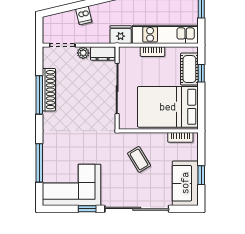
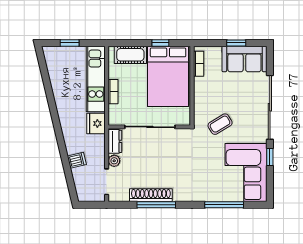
window: (201, 73) -> (160, 43), moved
coffee table: (139, 159) -> (220, 124), moved

